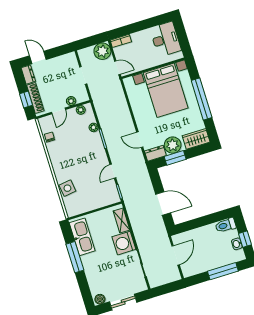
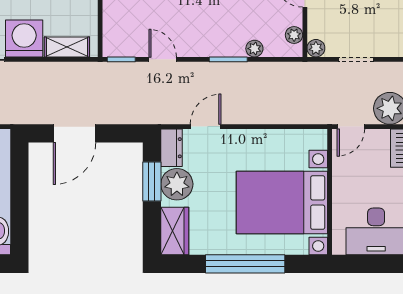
plant: (71, 101) -> (316, 48), moved

